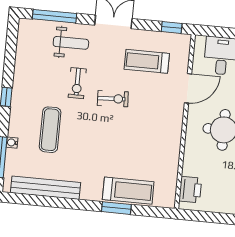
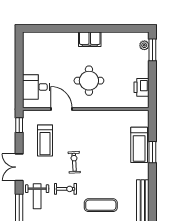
weight bench: (71, 43) -> (37, 196), turned 180
printer: (190, 190) -> (141, 87), moved, turned -90
treadmill: (128, 191) -> (139, 145), turned 180

